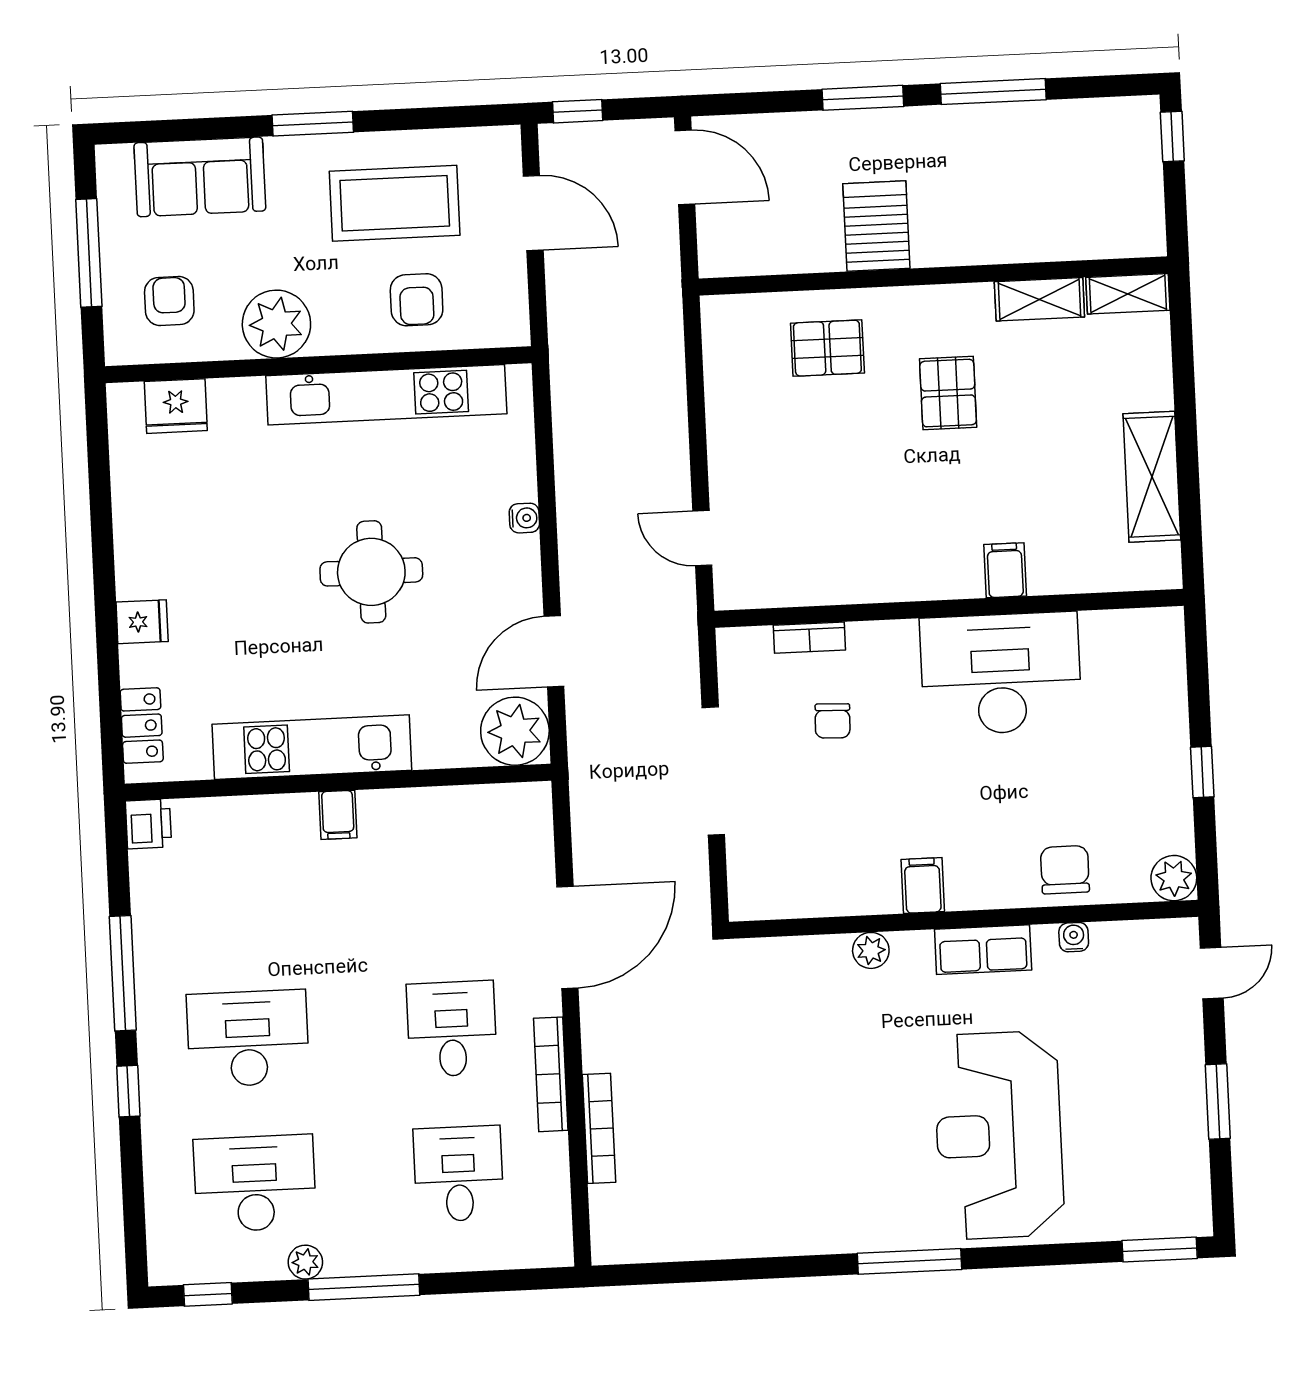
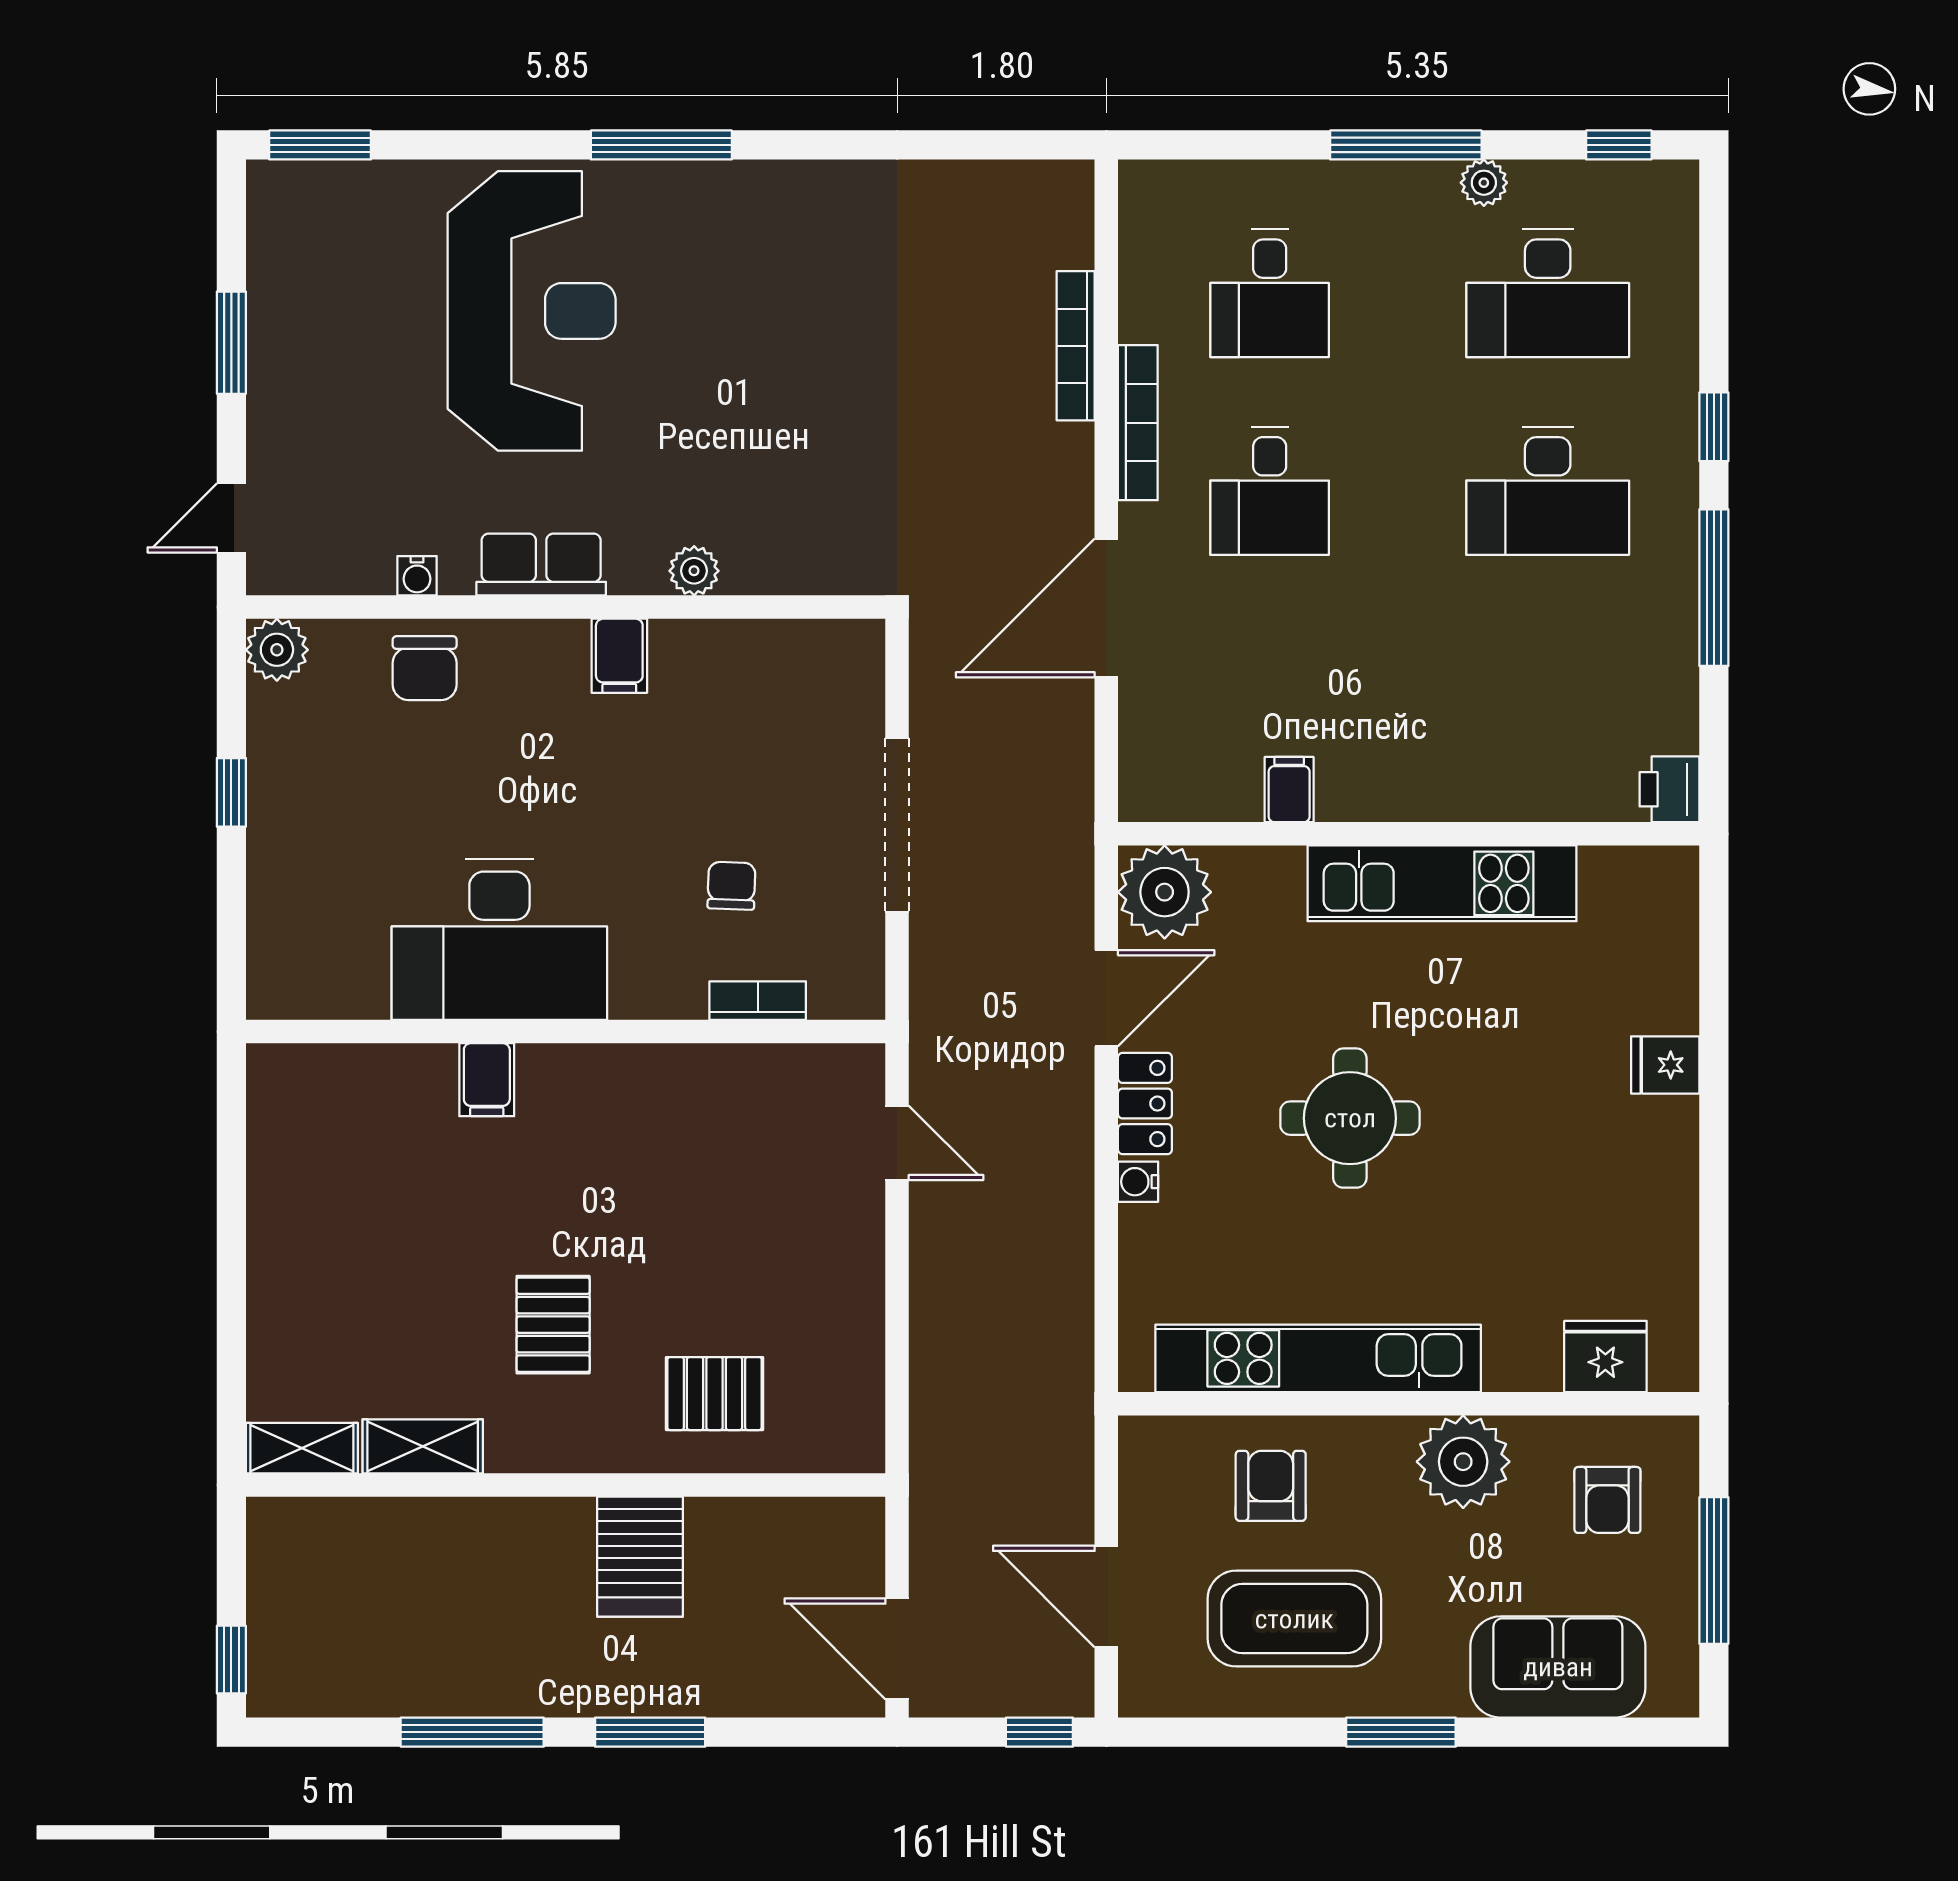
shelving: (1152, 477) -> (281, 1198), removed
locker: (142, 726) -> (1145, 1104), moved, turned 180
filing cabinet: (338, 815) -> (1289, 790), moved

